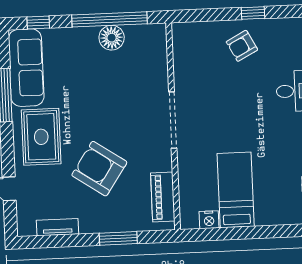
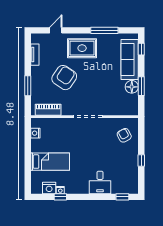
window: (109, 19) -> (141, 86), width x0.47
armchair: (242, 46) -> (124, 135), moved
sofa: (26, 68) -> (130, 59), moved, turned 90
bed: (236, 190) -> (50, 162), moved

